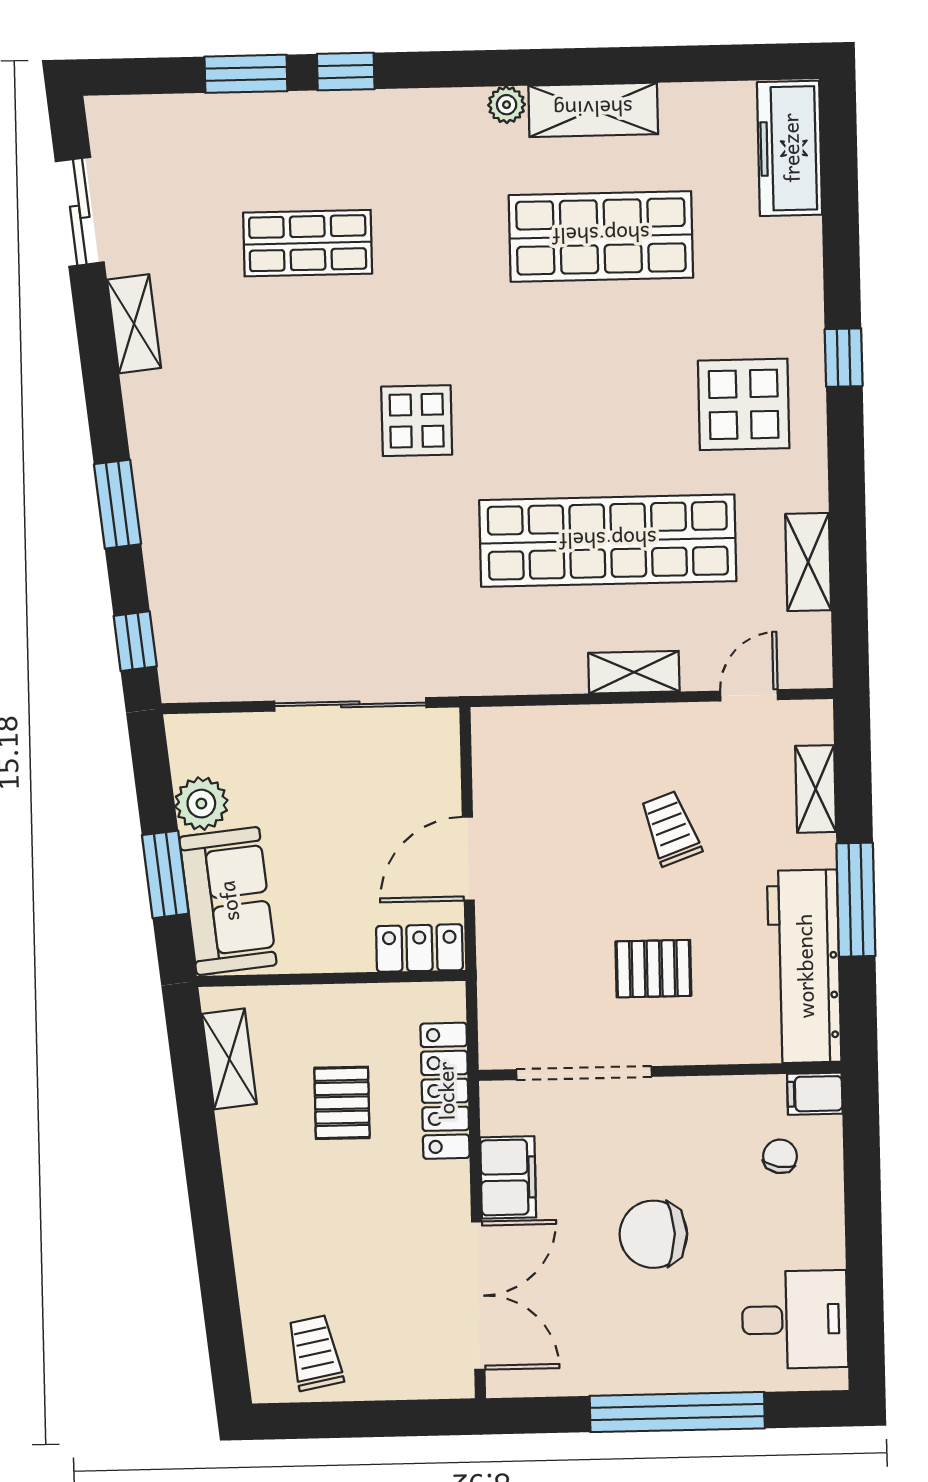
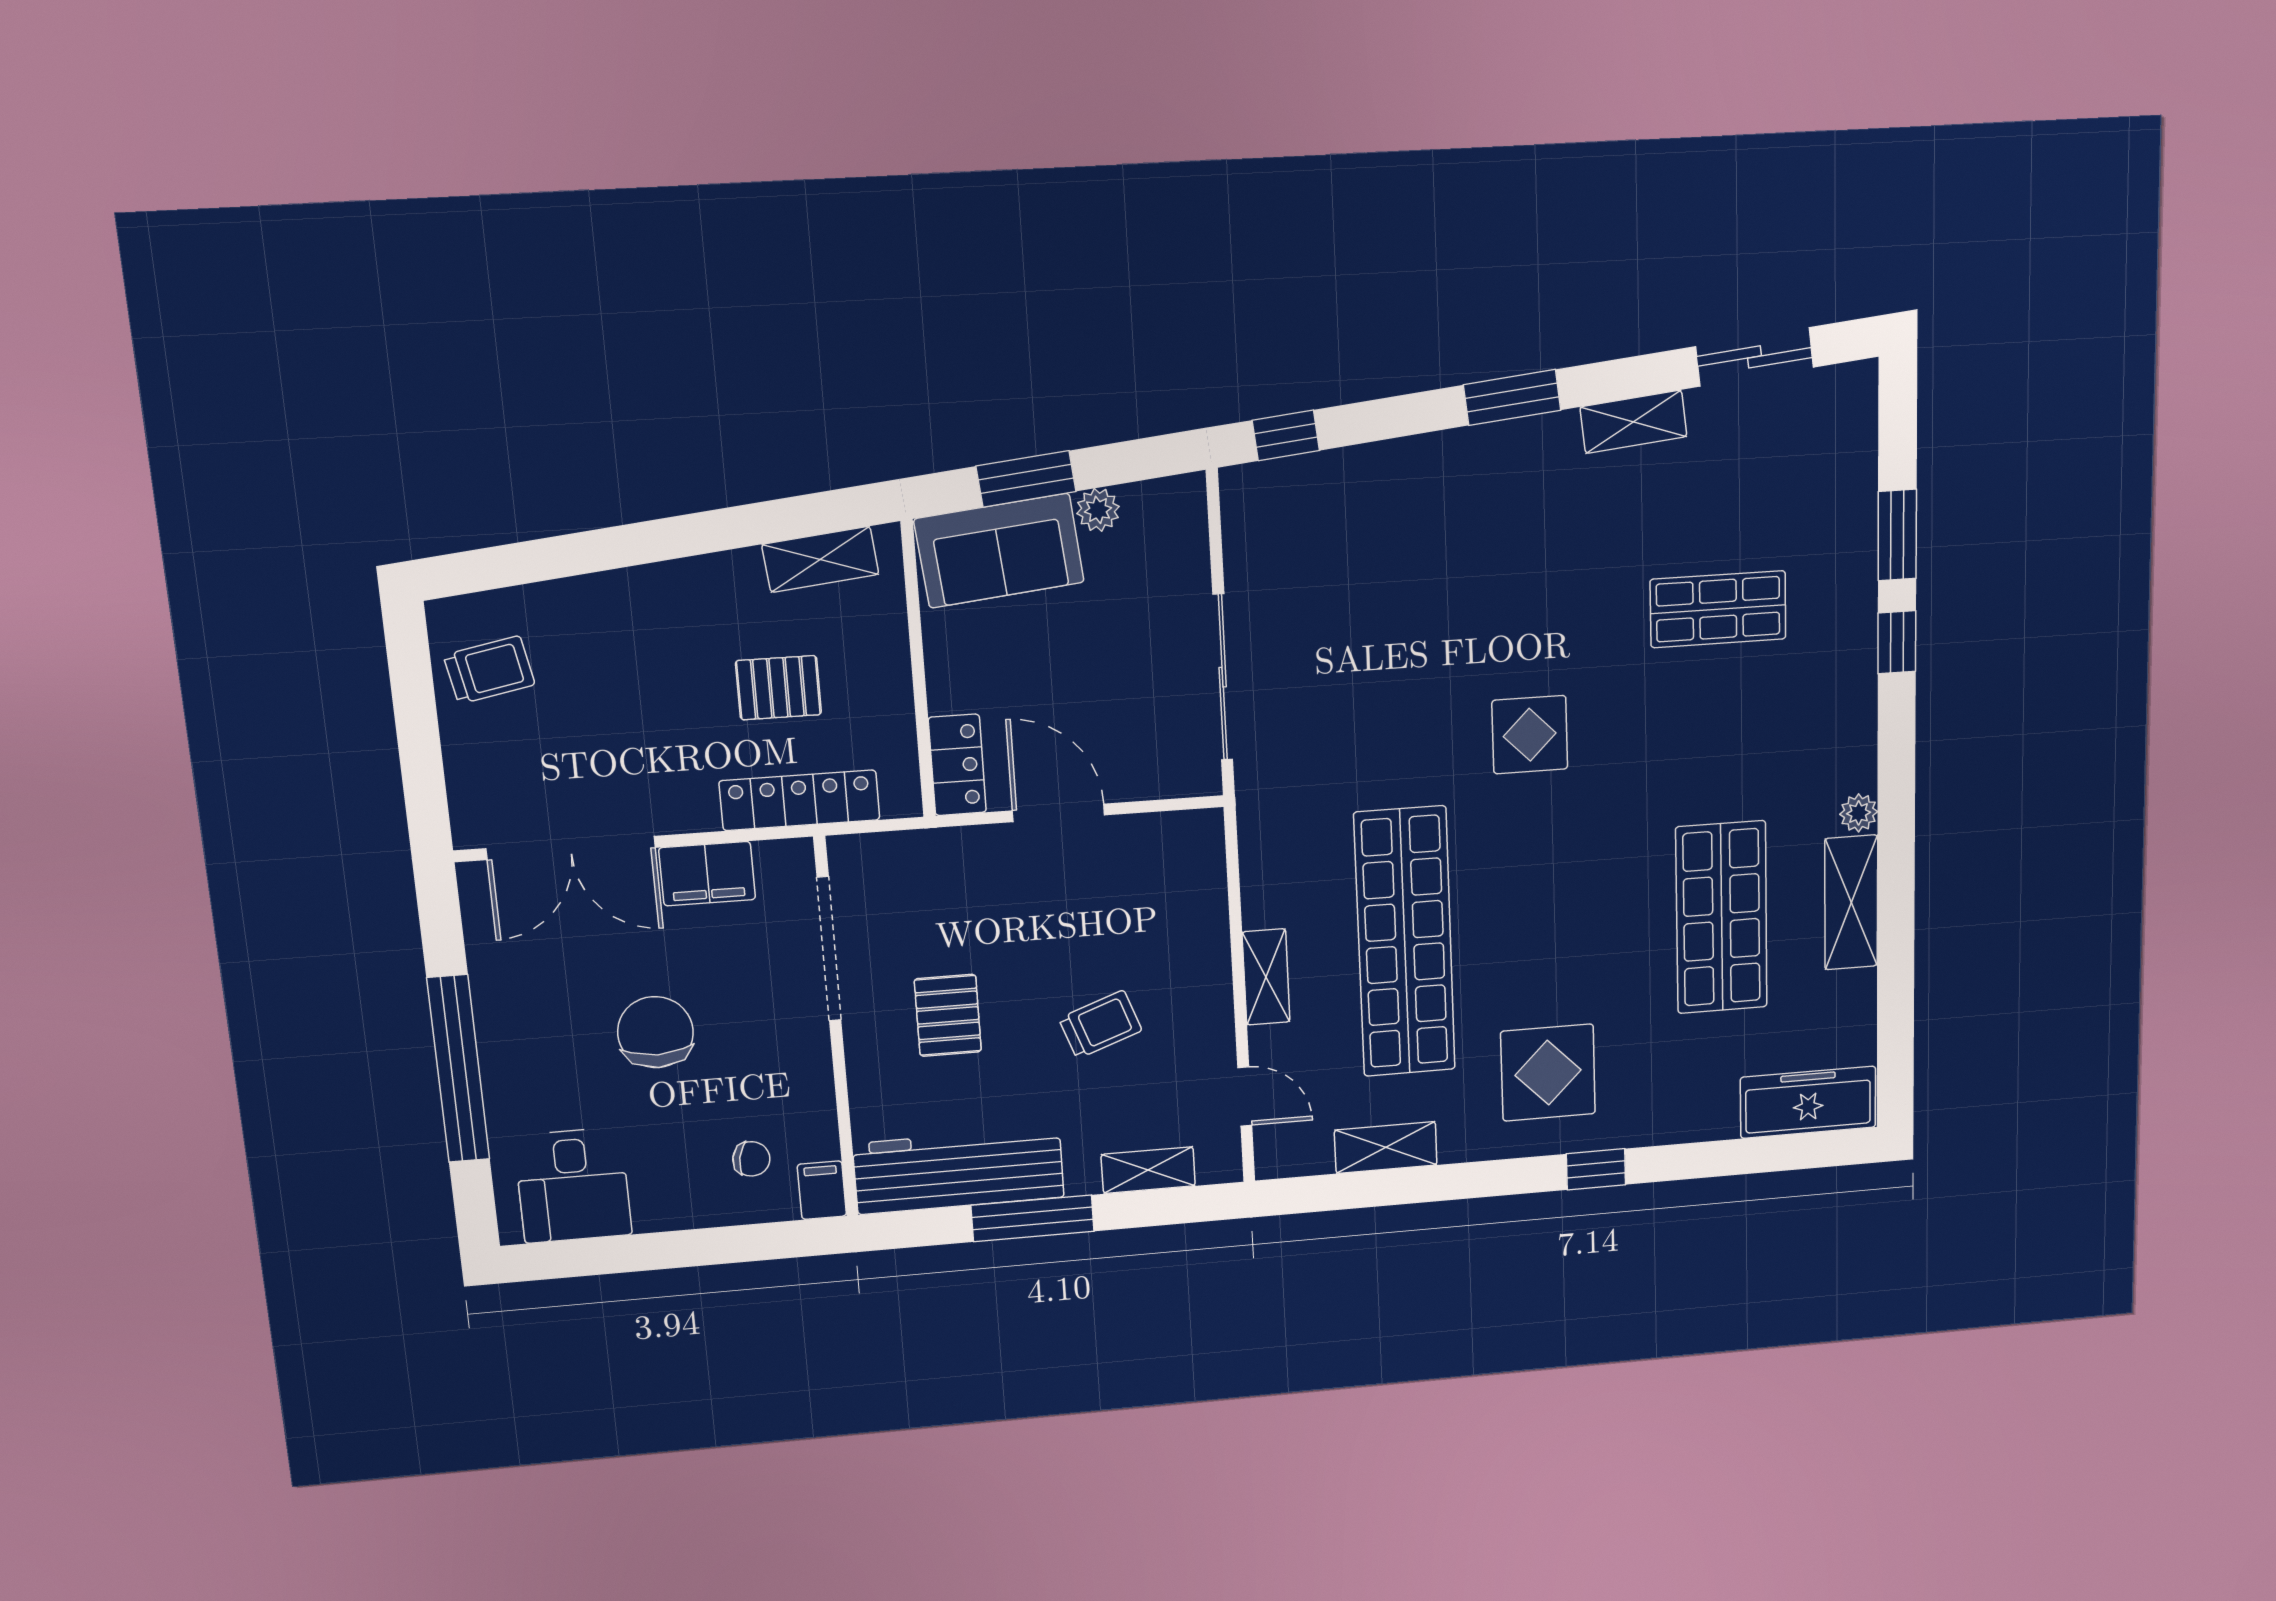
shop shelf: (308, 243) -> (1718, 609), turned 90
window: (117, 504) -> (1512, 397), moved
plant: (201, 804) -> (1098, 510), width x0.73, depth x0.73

